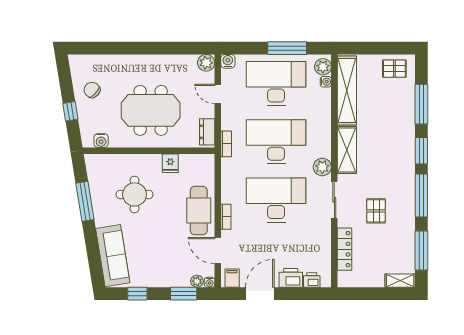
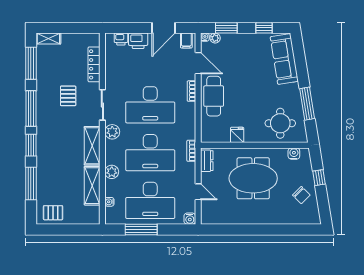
plant: (206, 63) -> (208, 217), removed
plant: (323, 67) -> (112, 172), moved
shelving: (347, 90) -> (92, 186), width x0.68
round table: (135, 194) -> (280, 123), moved

